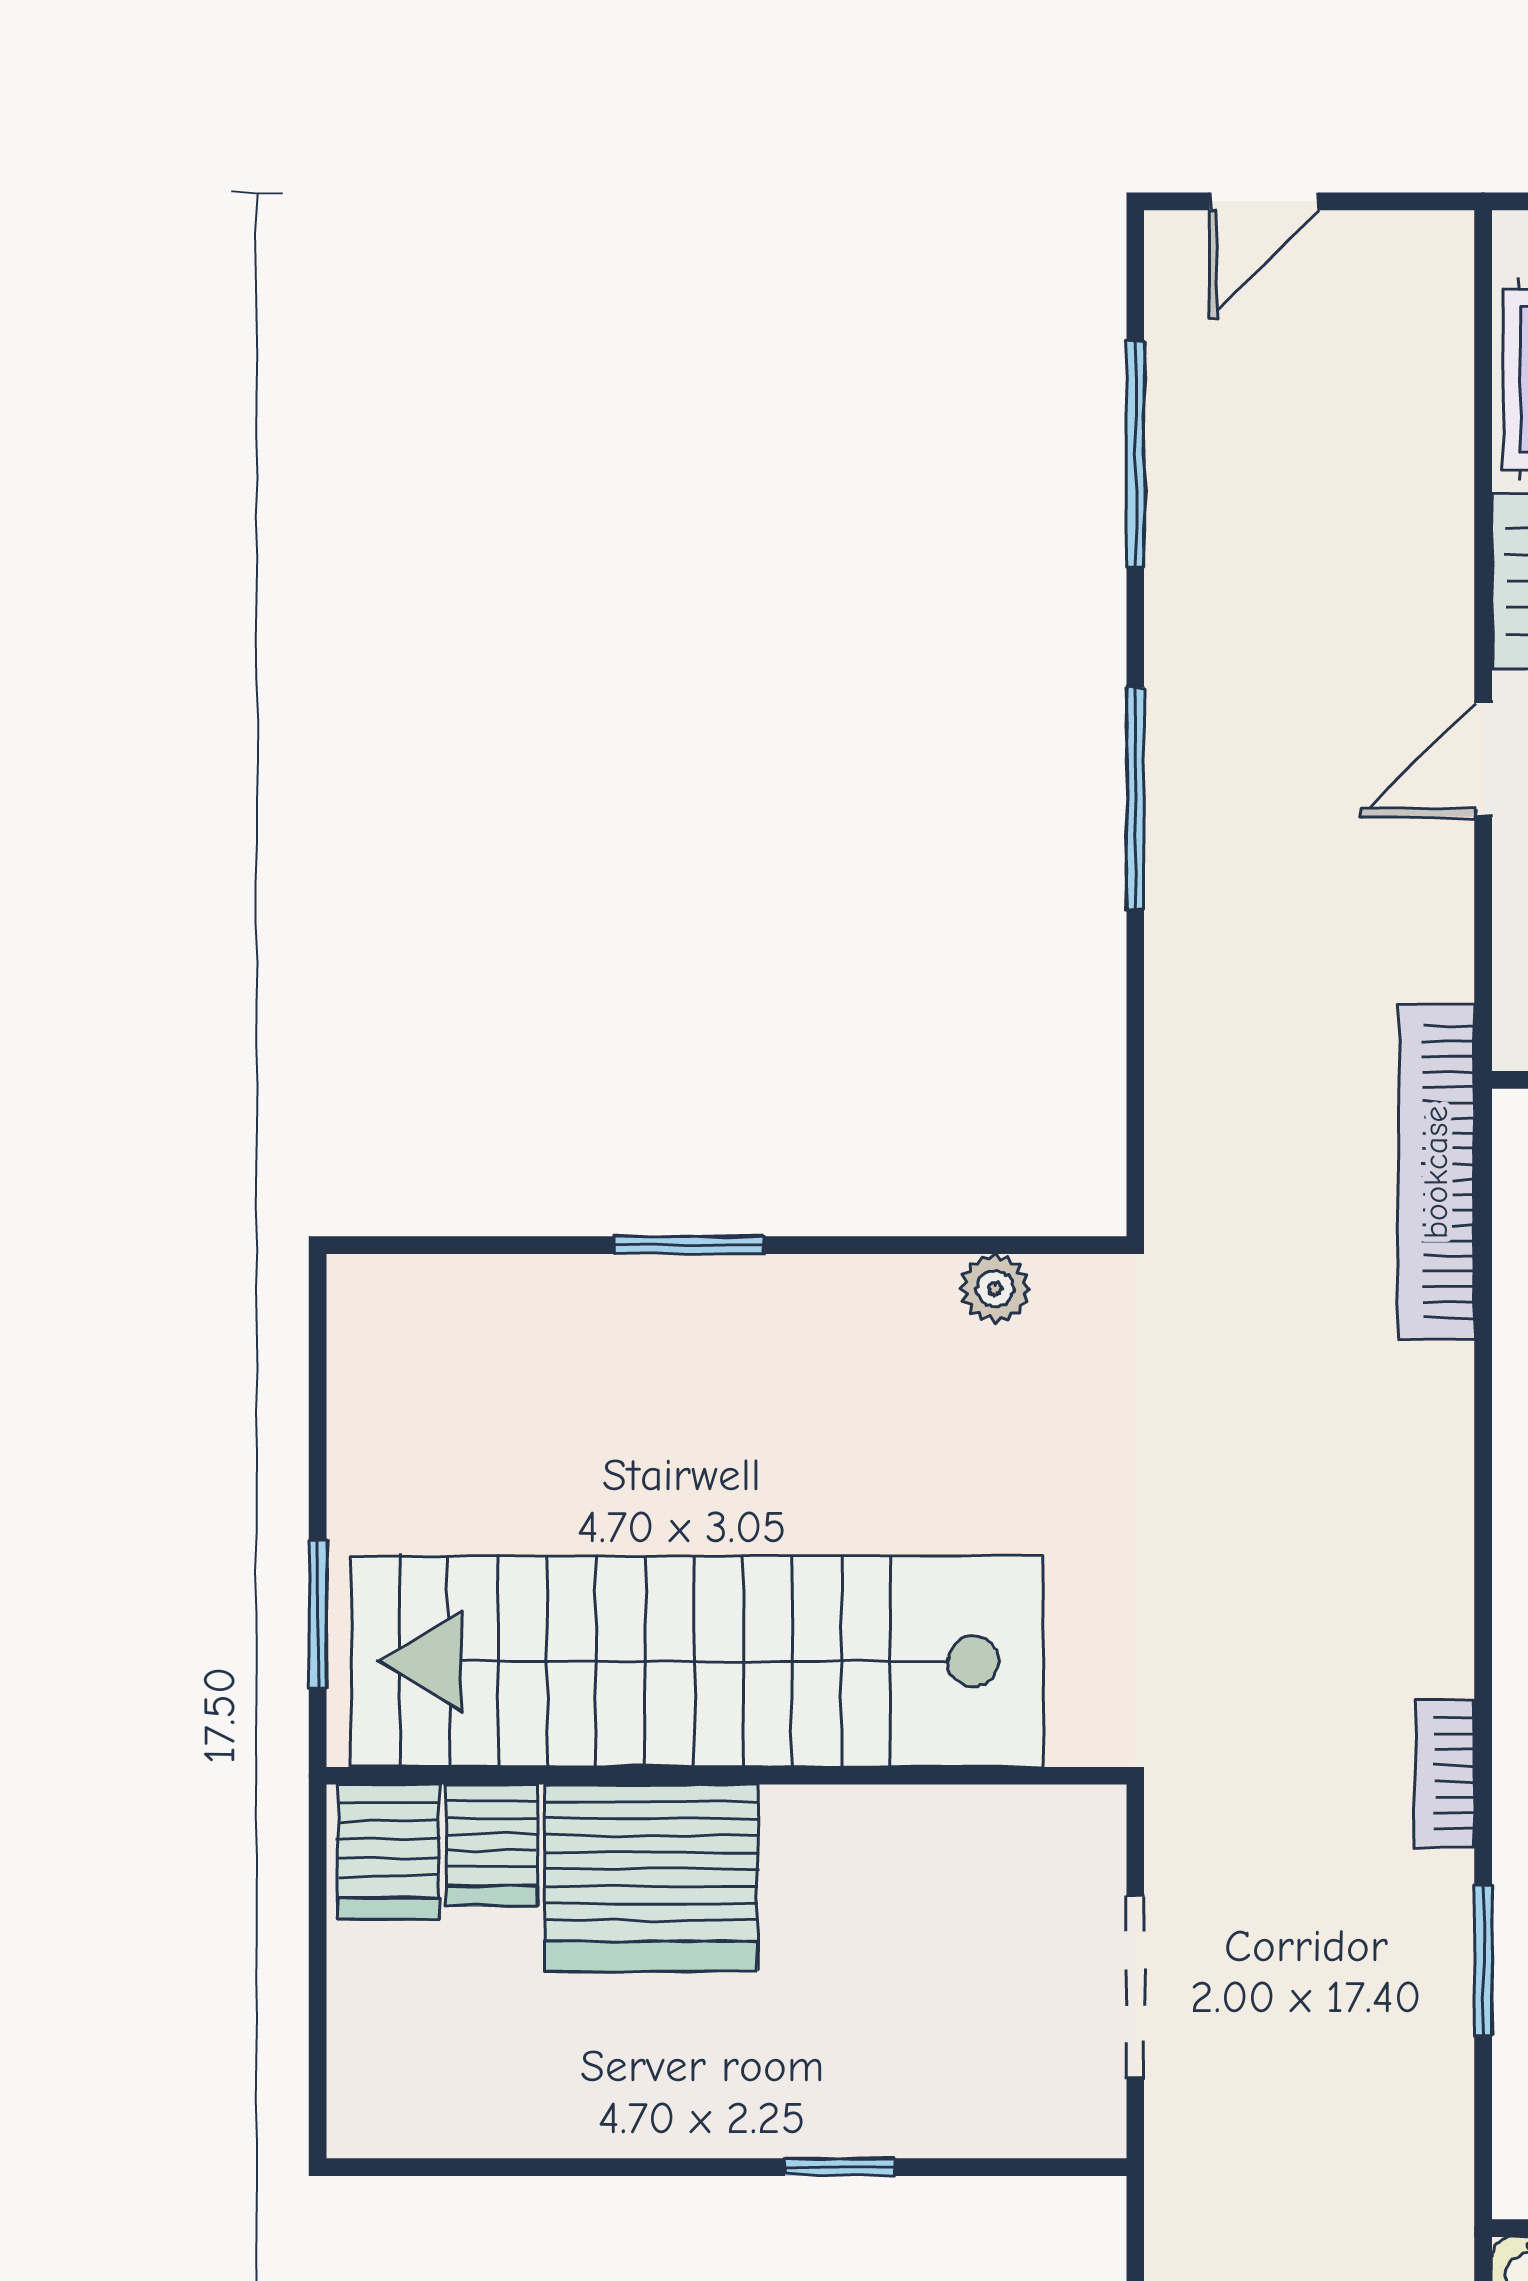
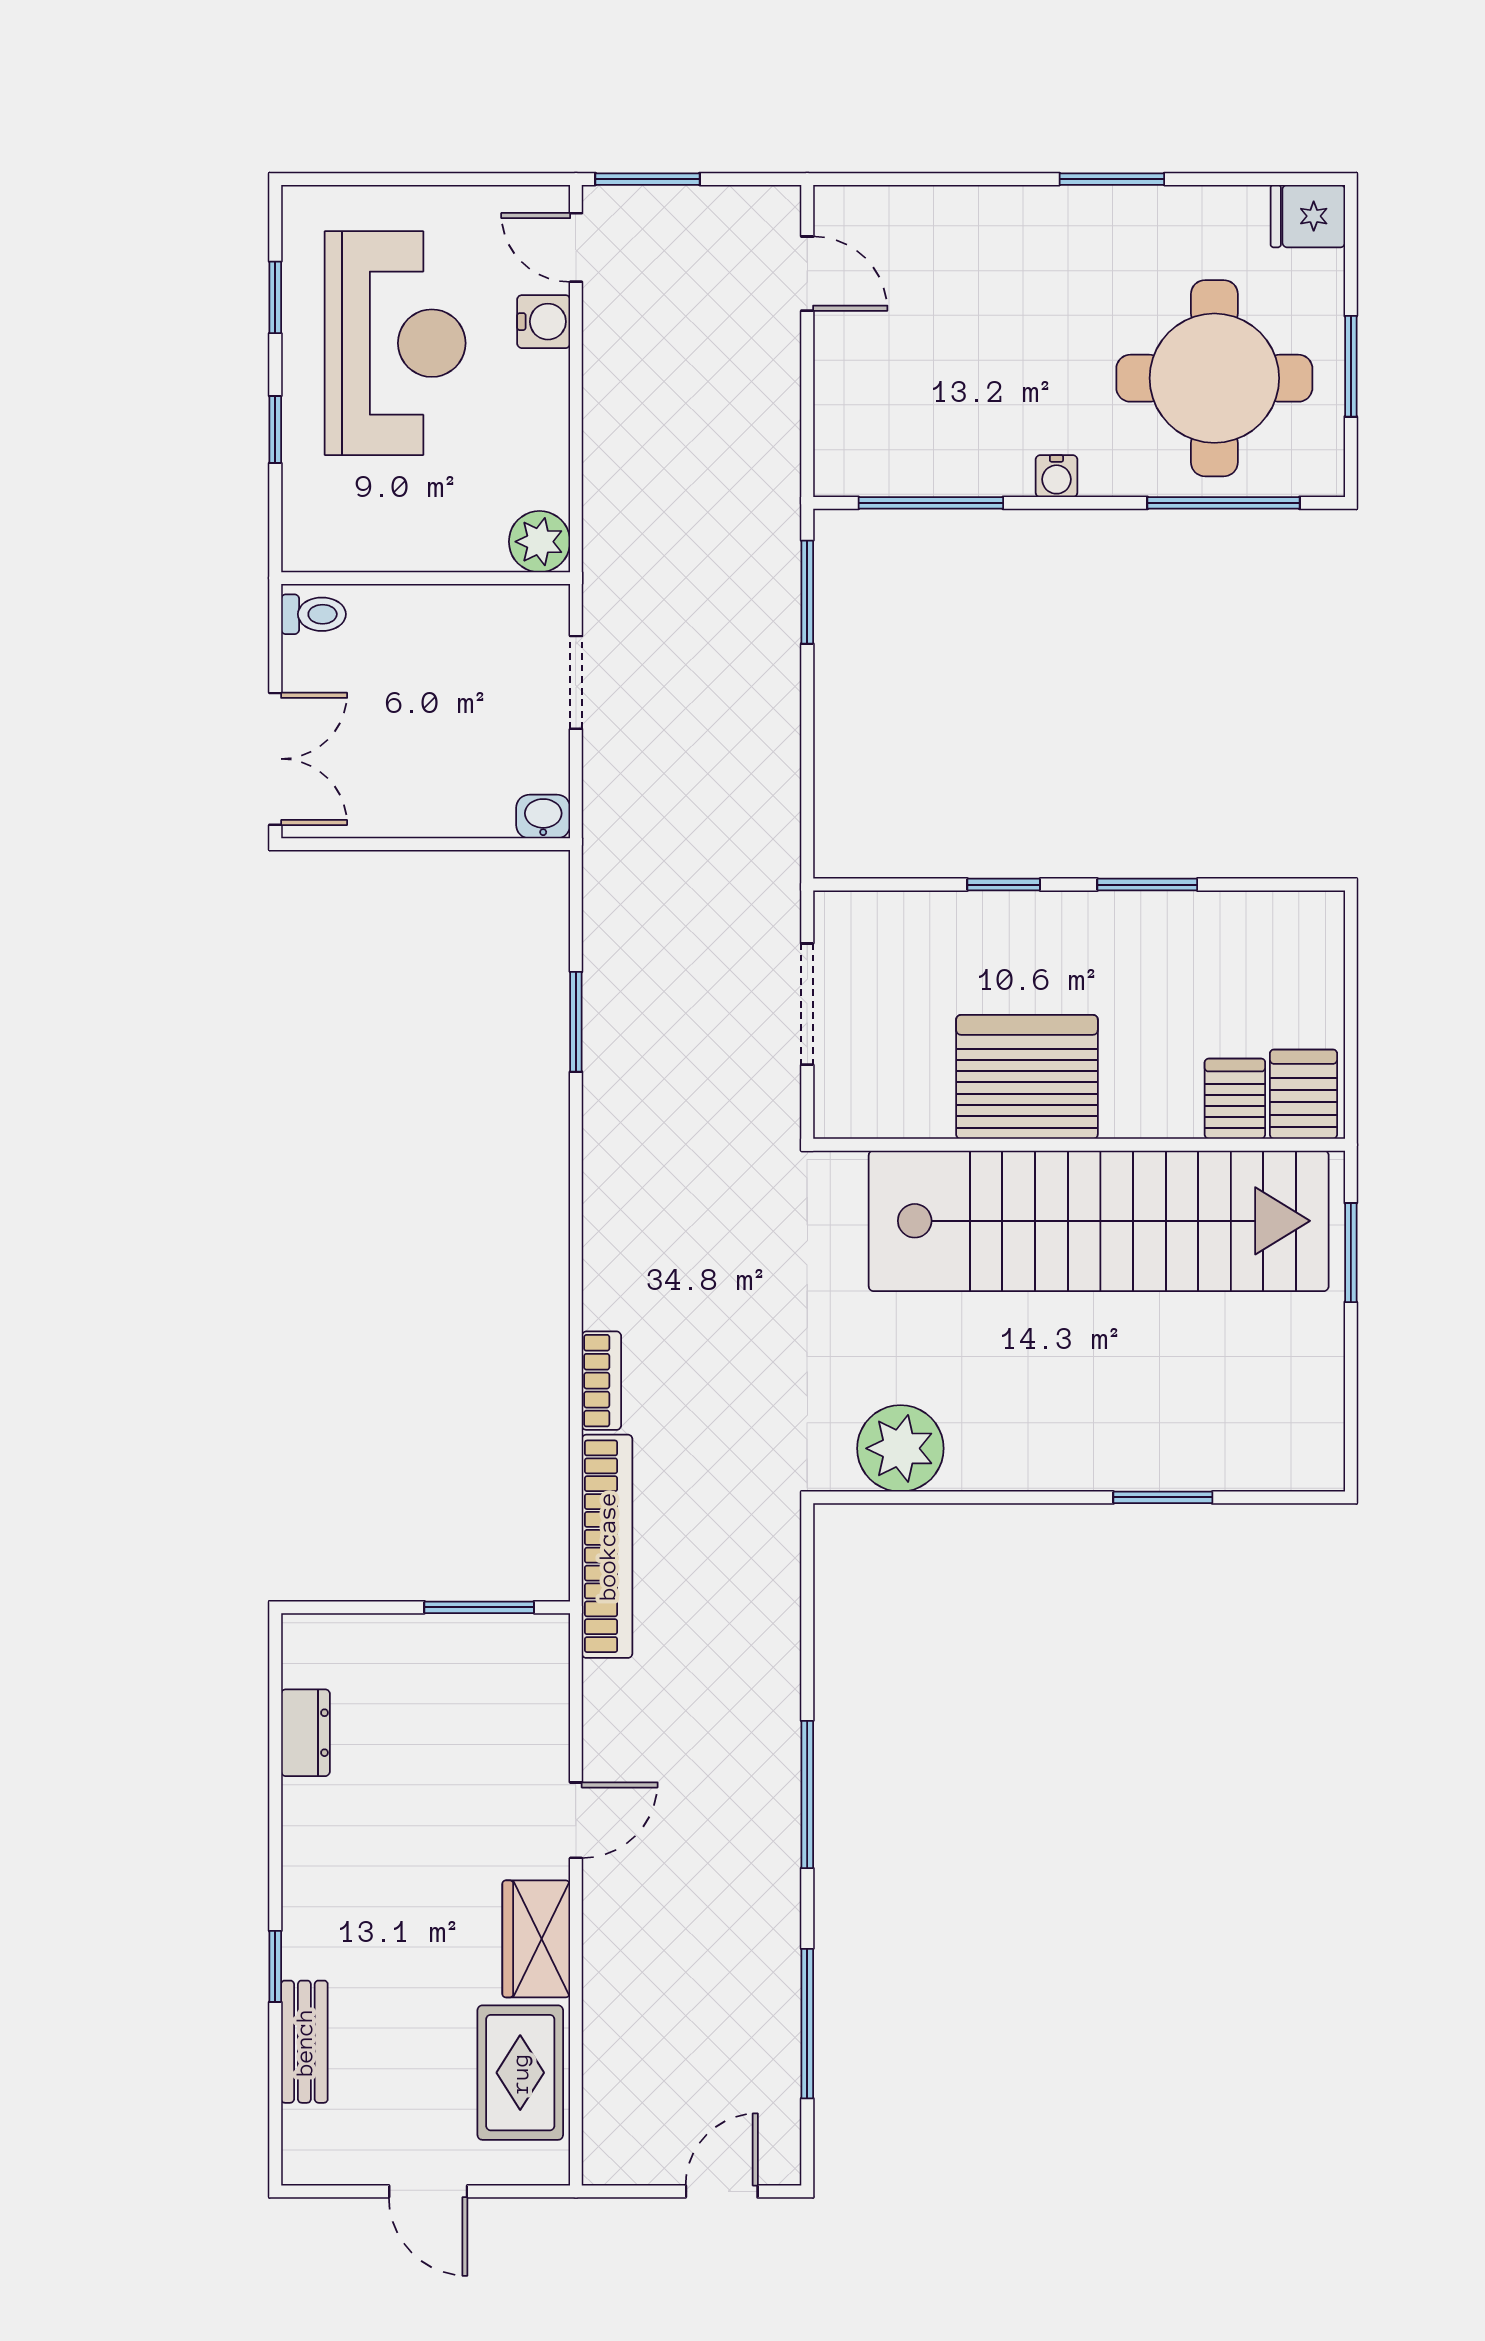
window: (689, 1245) -> (1163, 1497), moved
plant: (995, 1289) -> (900, 1448), width x1.87, depth x1.87
bookcase: (1445, 1773) -> (601, 1381), moved
server rack: (651, 1878) -> (1027, 1077), moved
window: (624, 2167) -> (1147, 885), added

